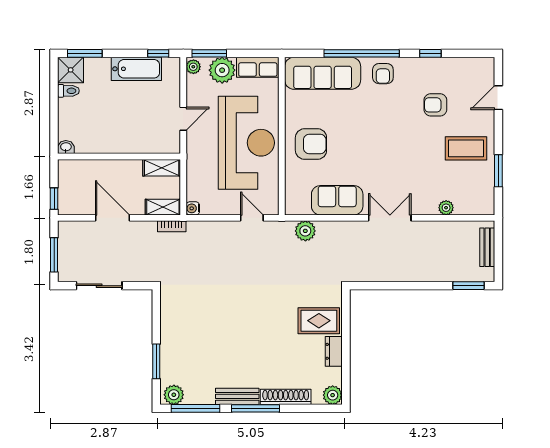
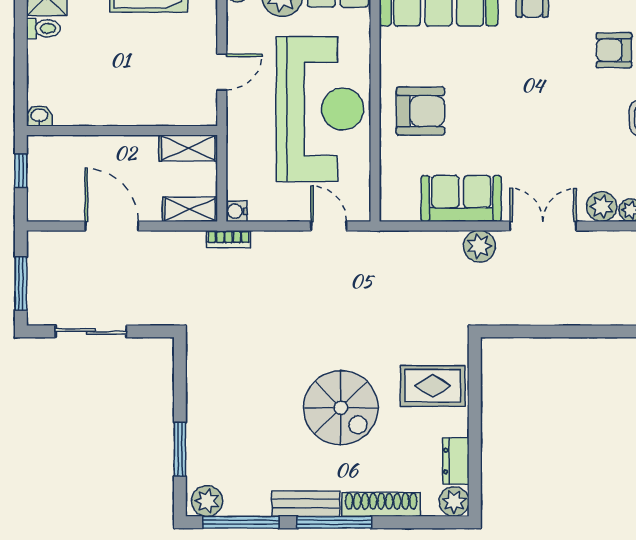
window: (54, 199) -> (21, 171), moved
plant: (428, 205) -> (602, 207), added
bookcase: (172, 226) -> (229, 239), moved
plant: (305, 231) -> (479, 246), moved
spiral stairs: (260, 335) -> (341, 408), added
dresser: (334, 351) -> (456, 461), moved

